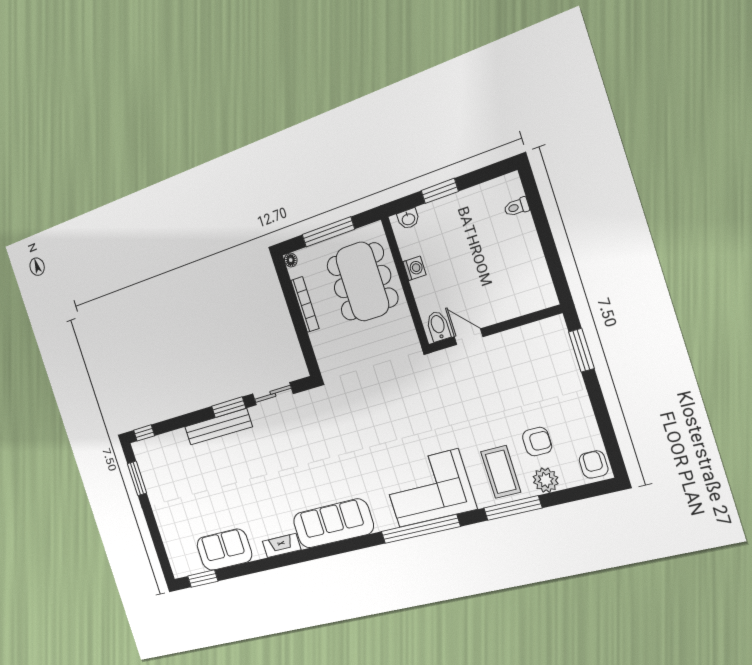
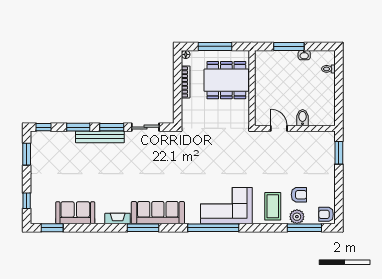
window: (440, 191) -> (289, 46), width x1.44
washbasin: (408, 219) -> (304, 55), moved
washing machine: (414, 268) -> (260, 82), removed
dining table: (362, 282) -> (226, 80), turned 90
bidet: (438, 326) -> (303, 118), moved
window: (186, 420) -> (78, 127), added
armchair: (594, 464) -> (326, 214), turned -90
window: (513, 508) -> (304, 228), moved
window: (159, 546) -> (27, 201), added
window: (320, 552) -> (143, 228), added

